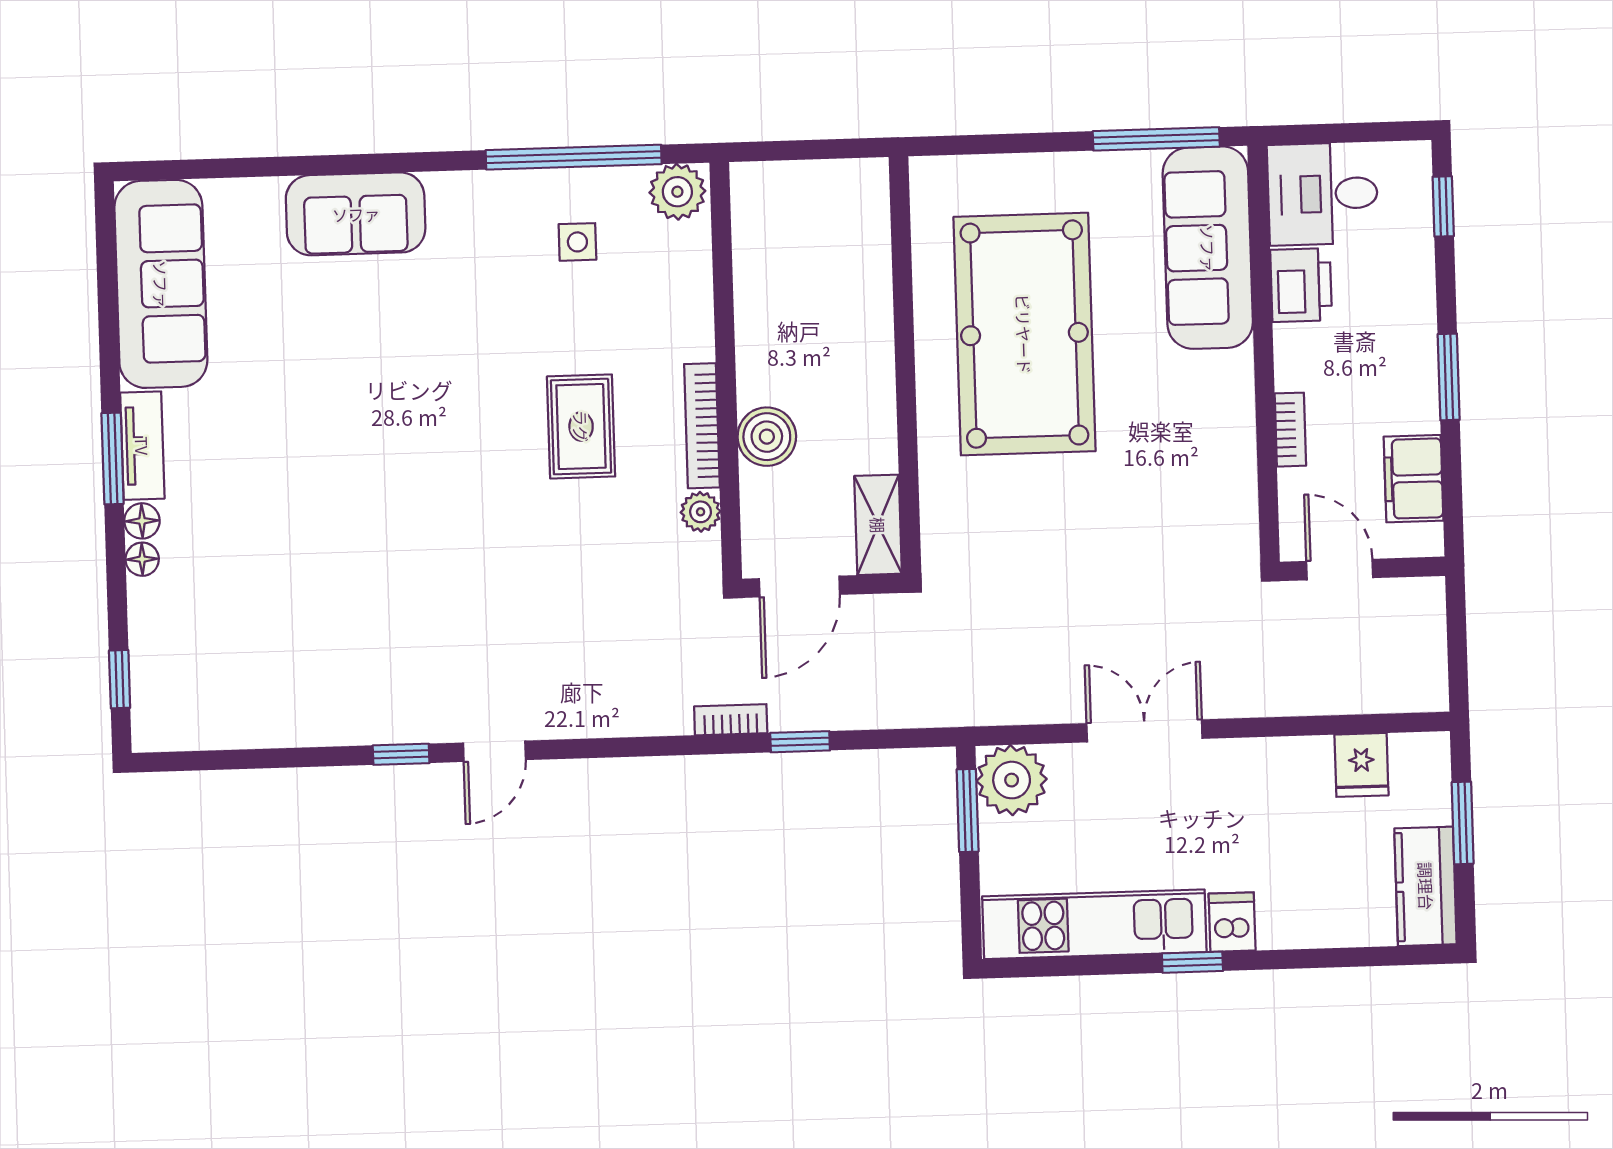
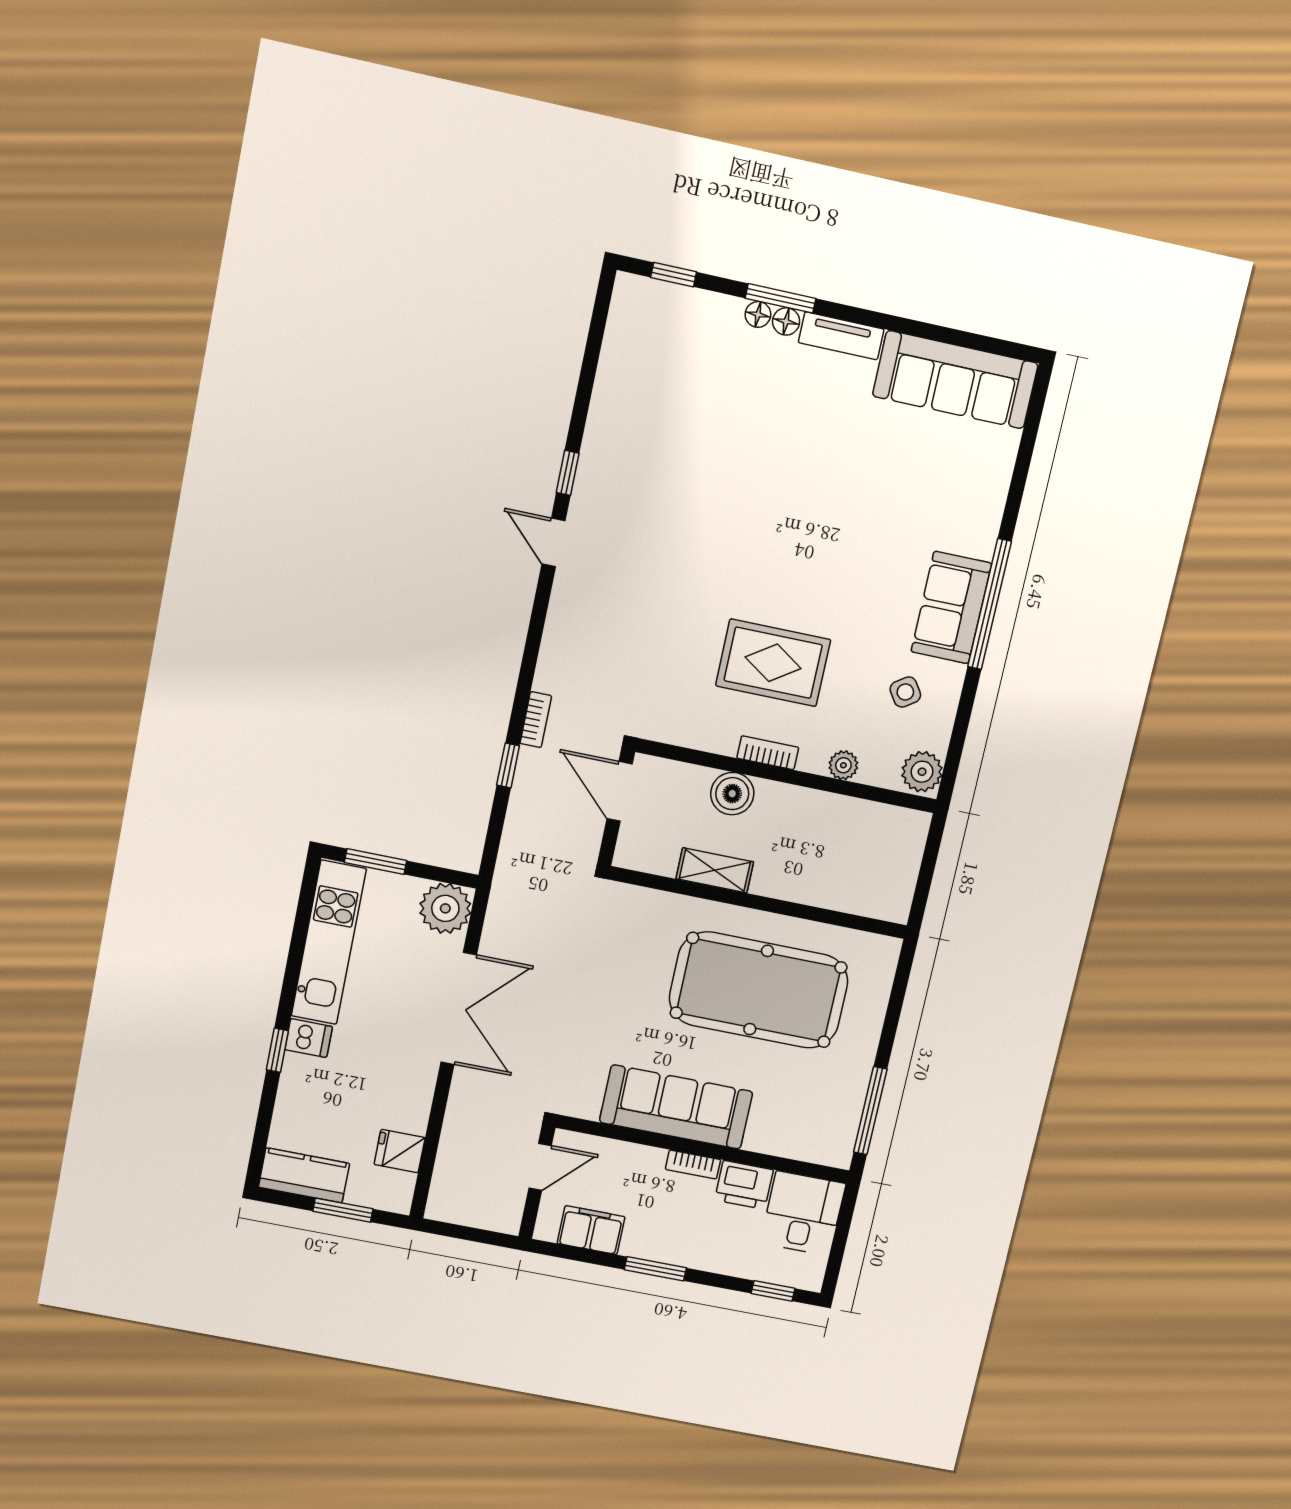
window: (574, 157) -> (990, 604), moved
sofa: (356, 214) -> (951, 608), moved
side table: (577, 242) -> (905, 692), turned -34
sofa: (1208, 248) -> (676, 1107), moved
rug: (581, 426) -> (773, 663), width x1.36, depth x1.43
bookcase: (702, 426) -> (768, 753), width x0.64
bookcase: (1290, 430) -> (693, 1164), moved
window: (113, 458) -> (781, 298), moved
plant: (701, 512) -> (843, 765), moved
shelving: (878, 525) -> (715, 870), moved
double door: (1144, 731) -> (459, 1009), width x1.37
window: (968, 811) -> (376, 861), moved
window: (1192, 962) -> (277, 1050), moved

